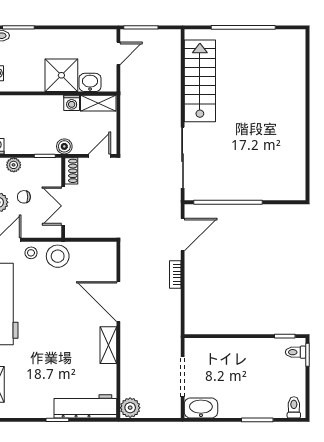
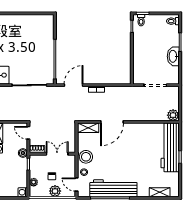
double door: (63, 206) -> (57, 154), swing flipped
door: (183, 235) -> (74, 85), hinge flipped
shelving: (108, 345) -> (88, 128), moved
workbench: (85, 406) -> (170, 147), width x1.36, depth x1.32
washbasin: (201, 408) -> (173, 56), moved

